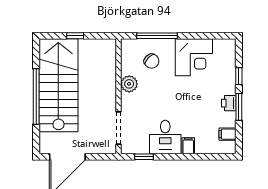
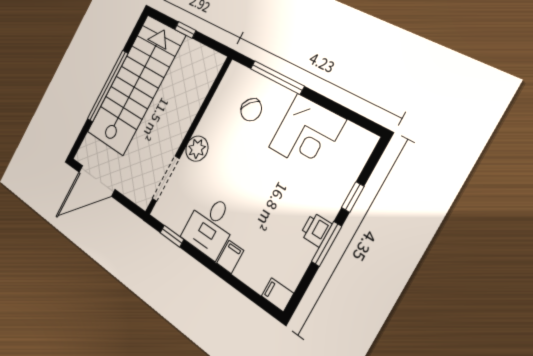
plant: (129, 84) -> (197, 149), moved
filing cabinet: (227, 134) -> (277, 295), moved

